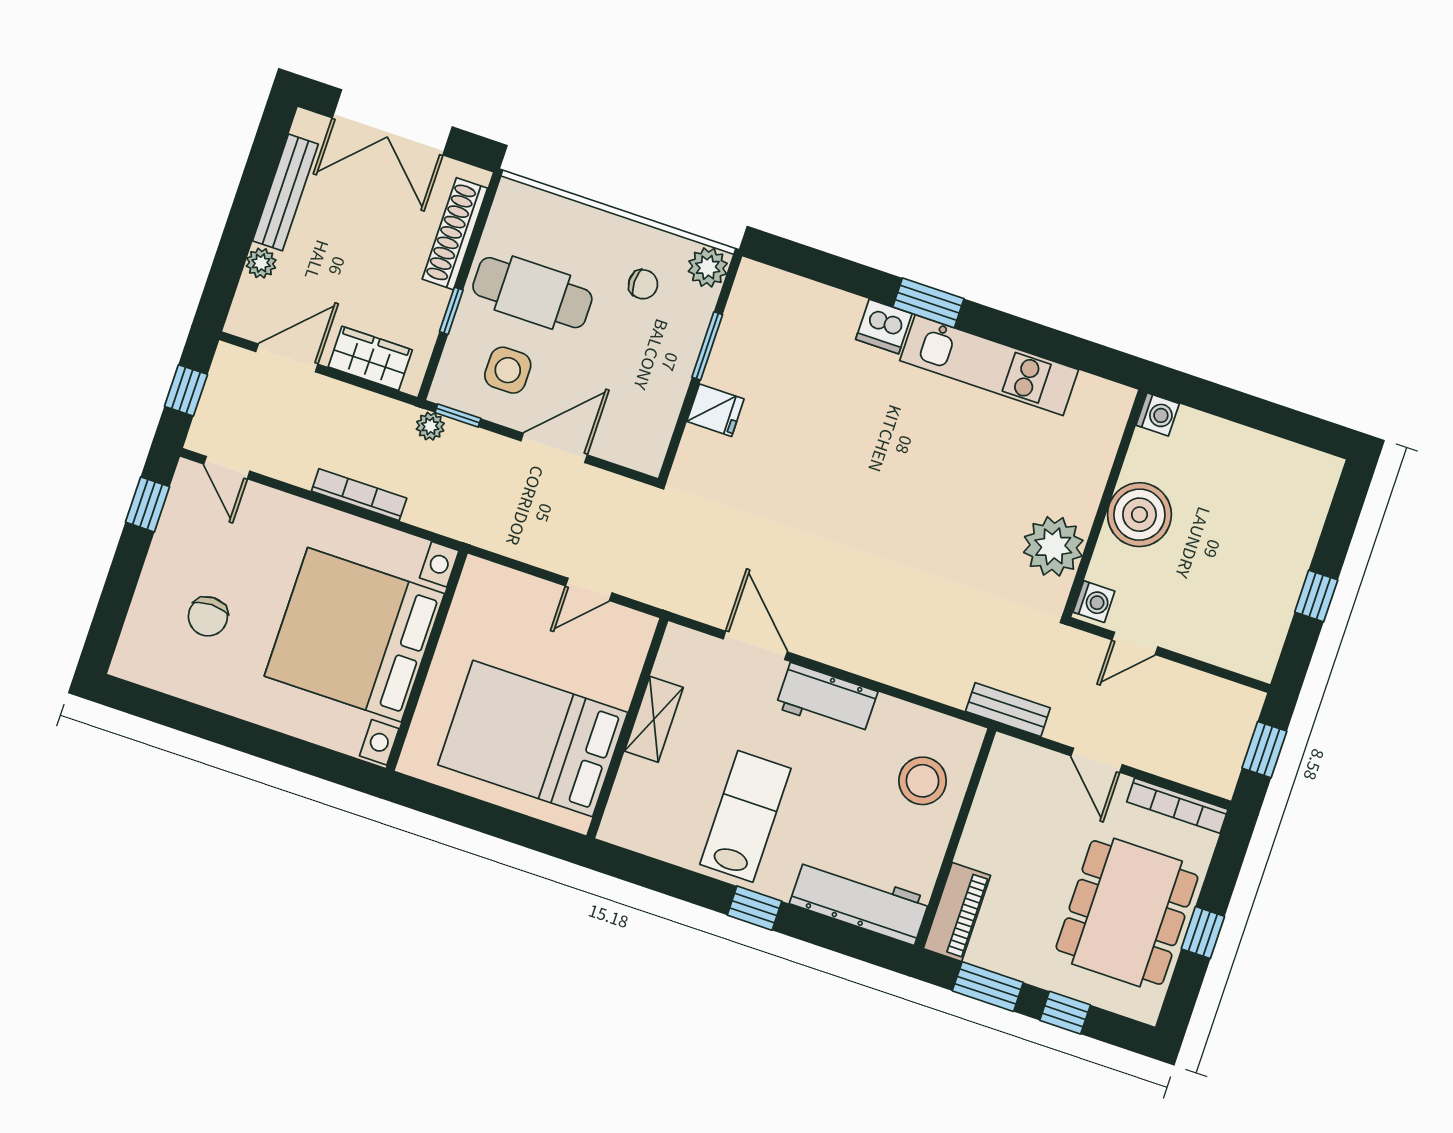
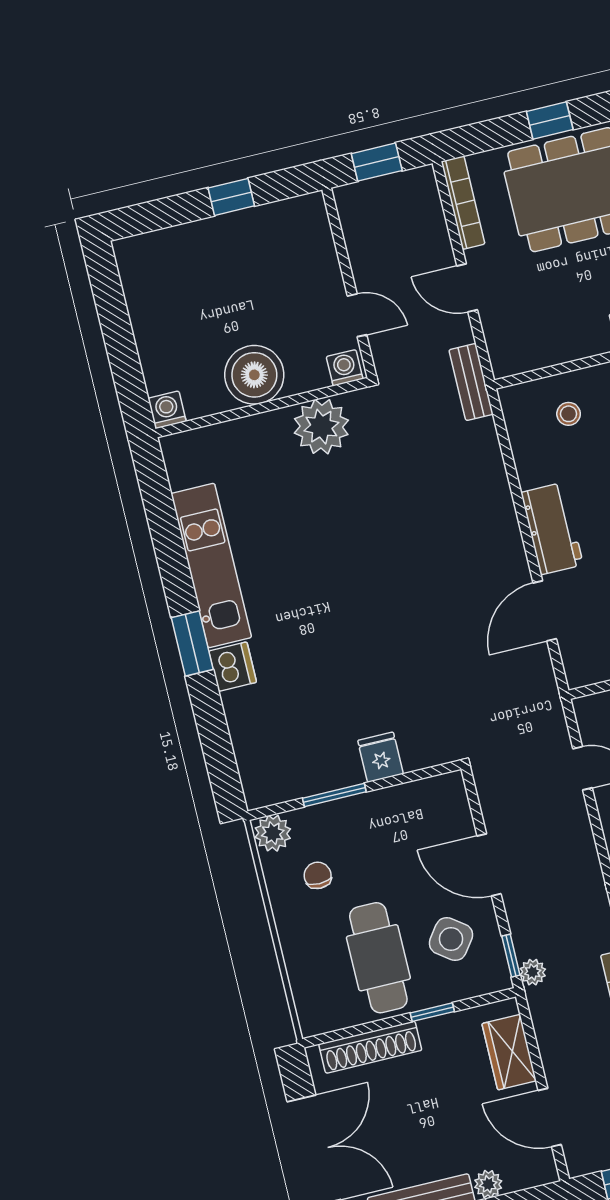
side table: (508, 370) -> (451, 939), turned 36
door: (1097, 760) -> (467, 288), swing flipped
stool: (923, 781) -> (569, 414), width x0.53, depth x0.53

